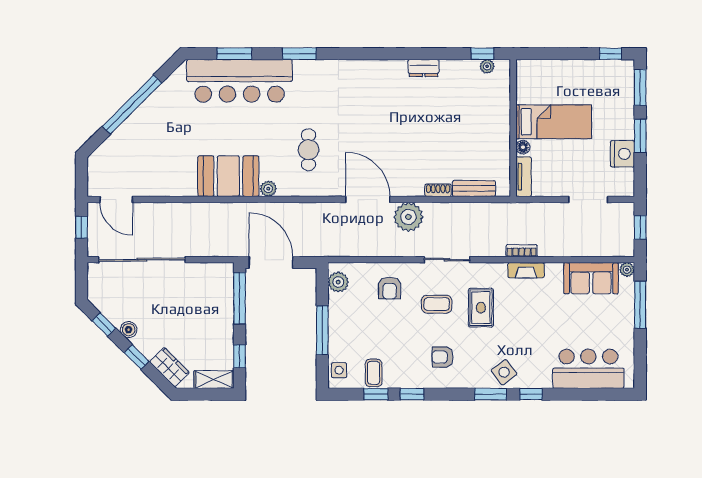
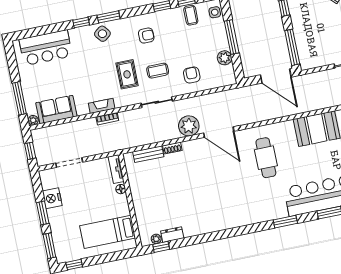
dresser: (424, 68) -> (172, 235), moved
bed: (554, 122) -> (108, 232), moved
cafe table: (308, 150) -> (266, 158), width x1.37, depth x1.35
plant: (268, 189) -> (288, 126), removed
plant: (338, 282) -> (225, 58), moved

